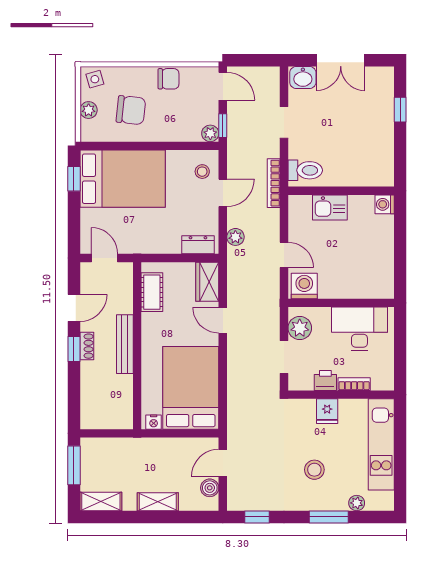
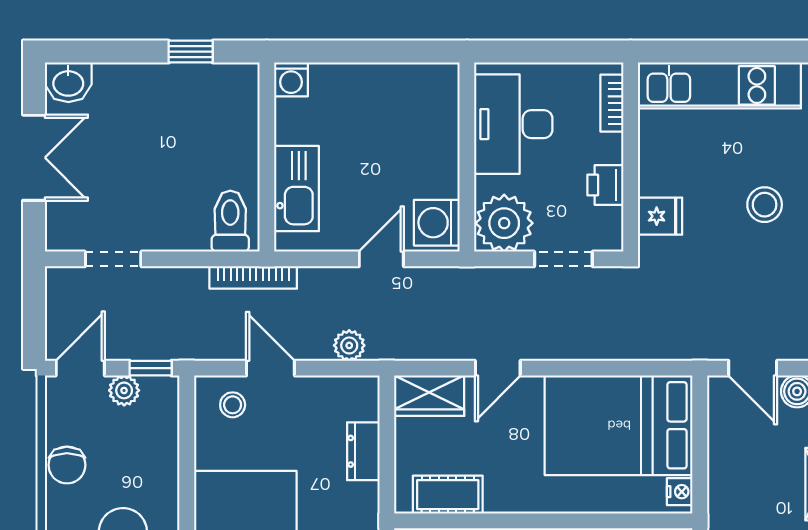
washbasin: (303, 77) -> (68, 82), moved, turned 90
chair: (168, 79) -> (67, 465), turned 180
window: (400, 110) -> (191, 52), moved
doorway: (284, 122) -> (113, 259), moved
plant: (210, 133) -> (124, 390), moved
kitchen sink: (330, 207) -> (297, 189), width x1.38
dresser: (198, 245) -> (363, 451), moved
plant: (300, 328) -> (504, 223), width x1.36, depth x1.36
bookcase: (354, 384) -> (612, 103), moved
fridge: (327, 411) -> (660, 216), moved

